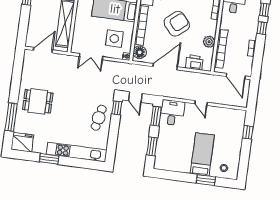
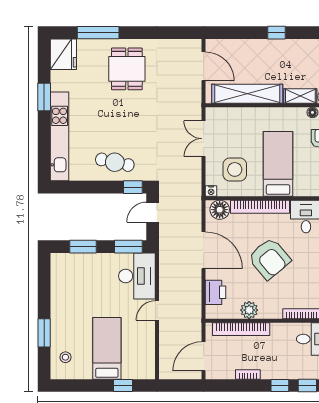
desk: (172, 113) -> (137, 276), width x1.37
bed: (202, 154) -> (107, 348), moved, turned -90

